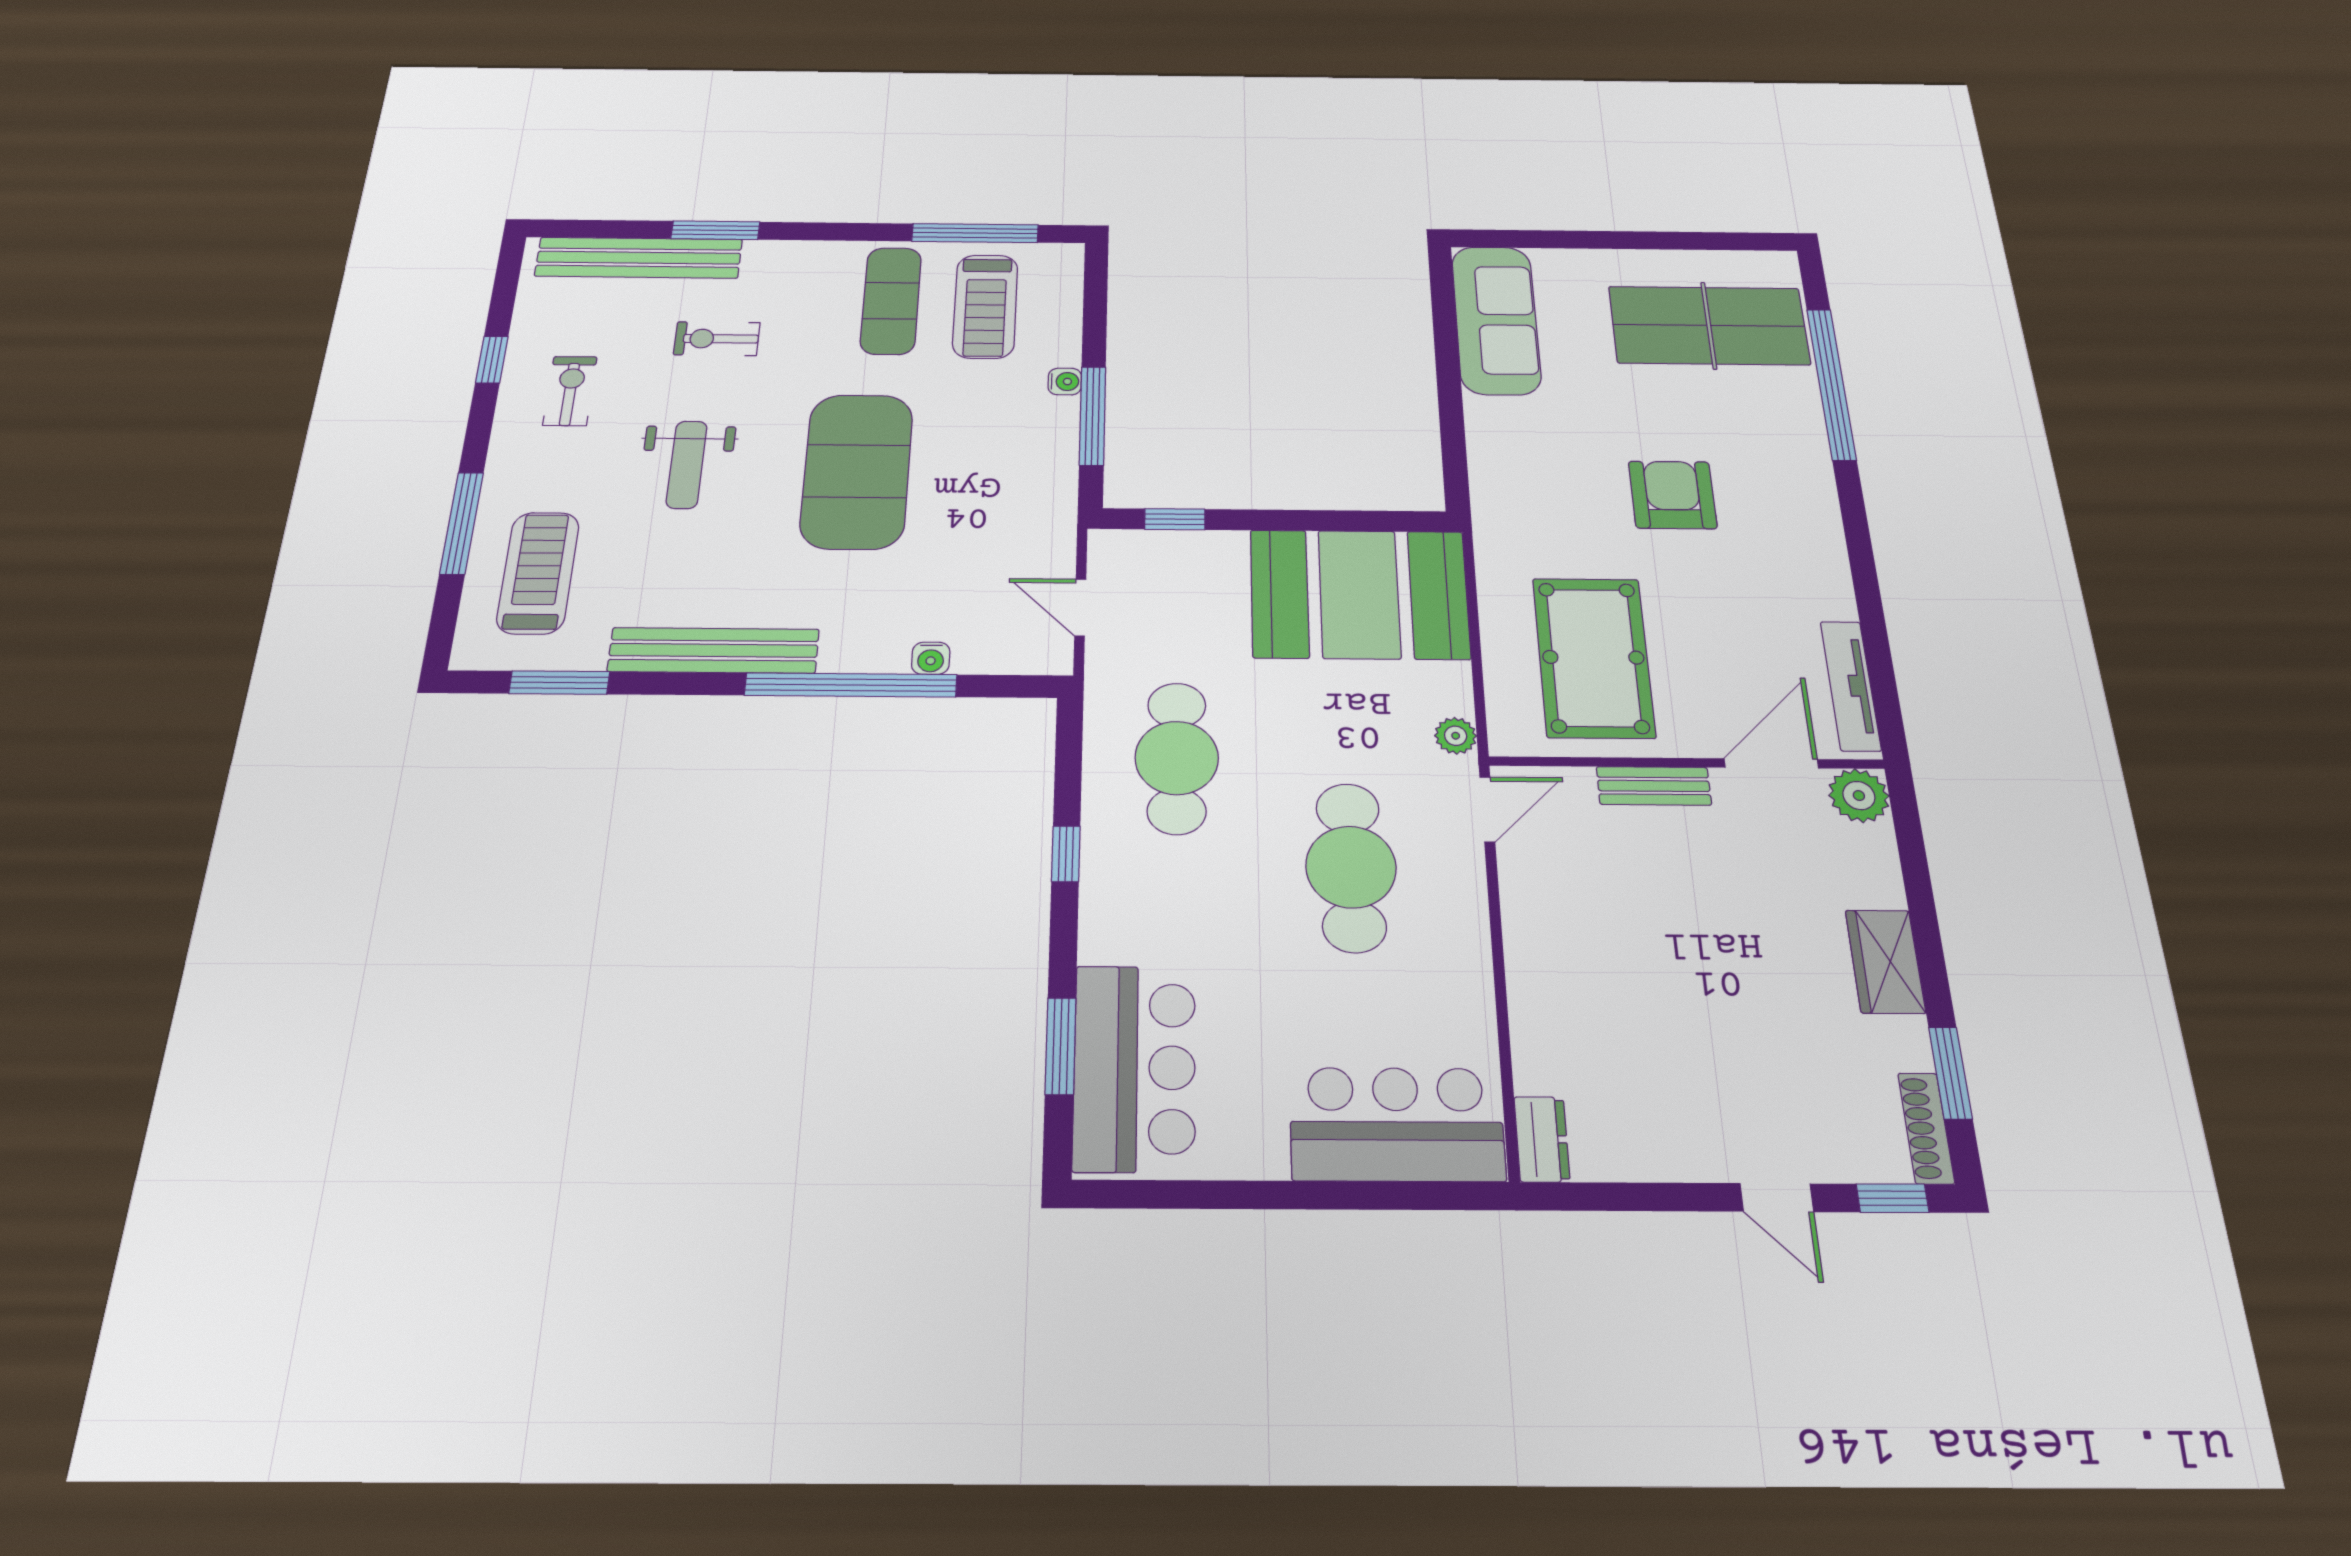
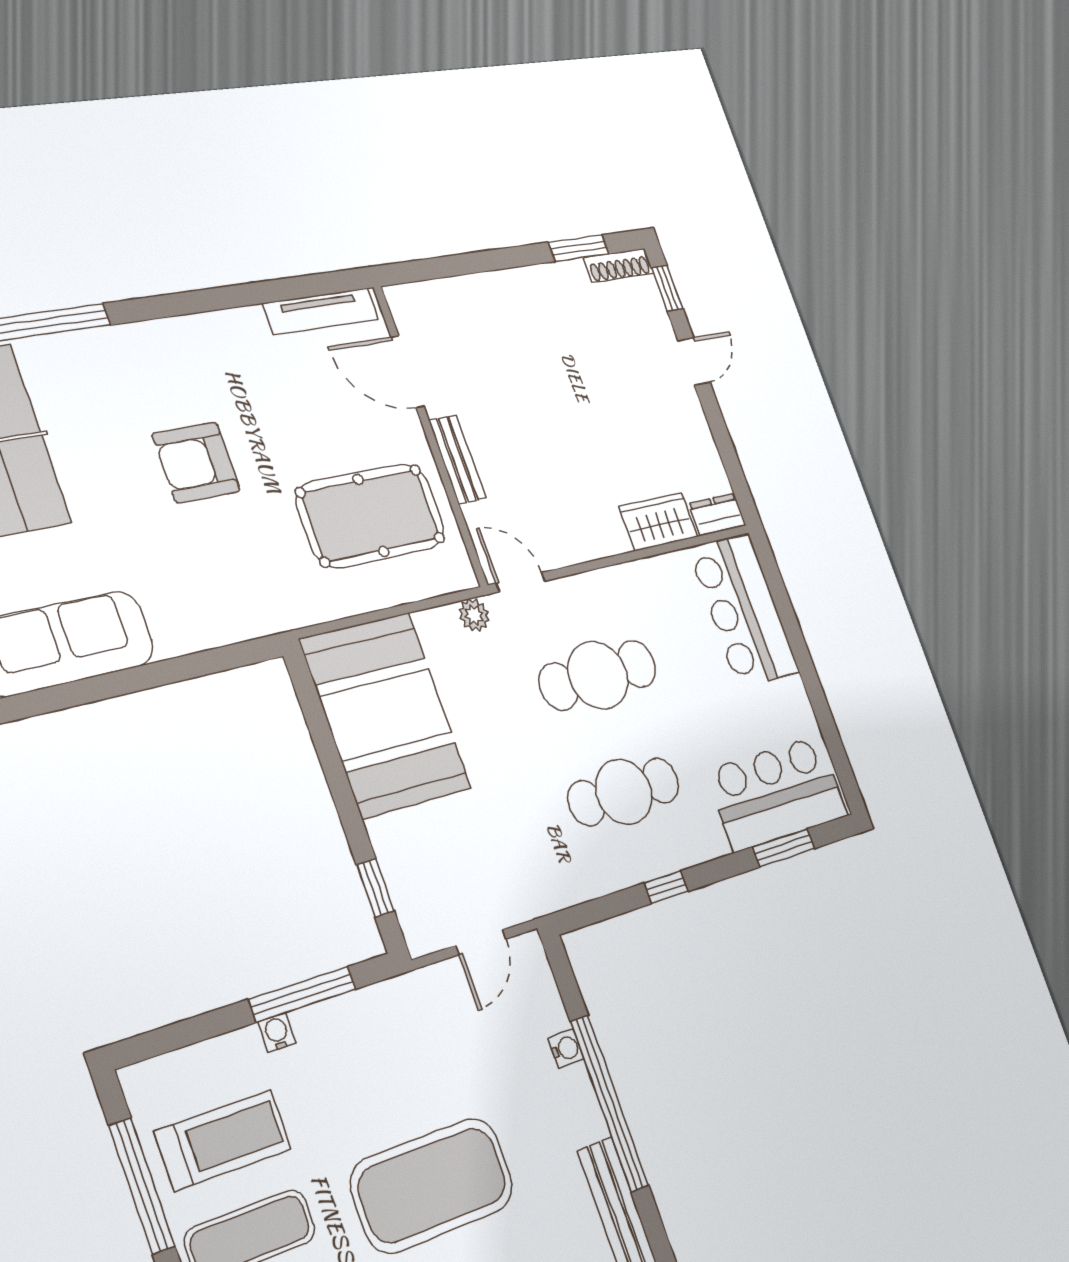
cafe table: (1177, 758) -> (624, 792), moved
plant: (1859, 796) -> (409, 306), removed
wardrobe: (1885, 961) -> (659, 522), moved, turned 180

